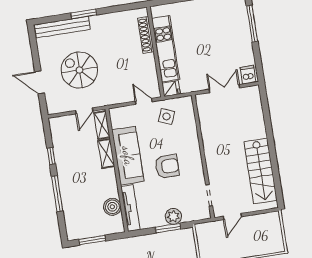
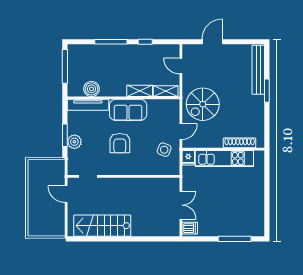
spiral stairs: (79, 70) -> (203, 104), moved, turned 180
door: (84, 111) -> (181, 66), moved
sofa: (128, 156) -> (128, 110), width x0.73
window: (92, 240) -> (65, 66), width x1.44

